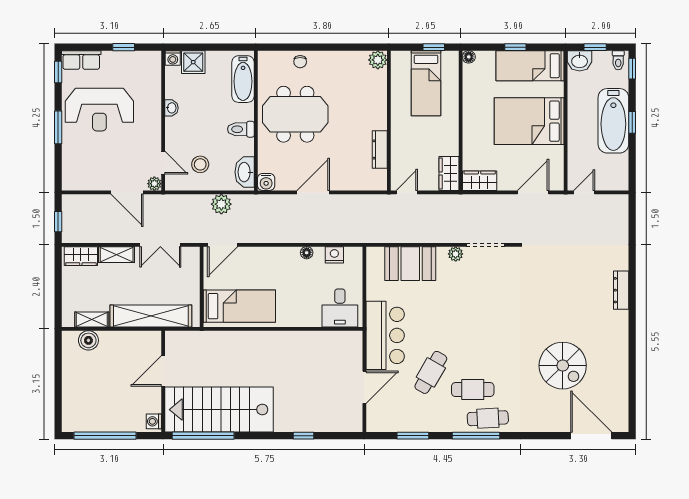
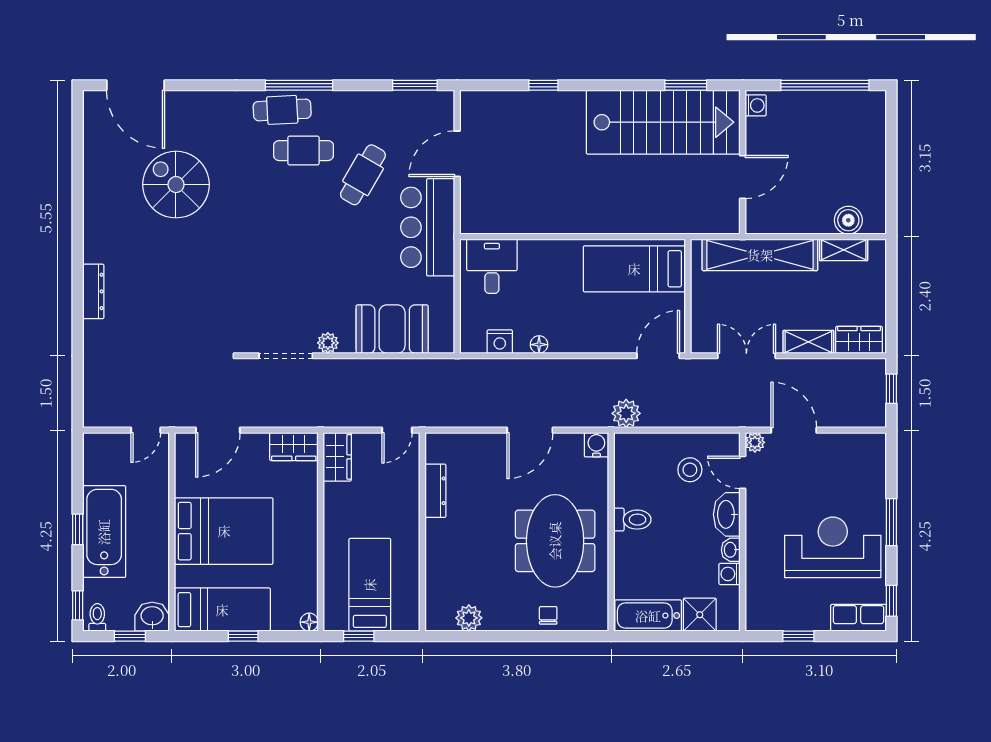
washing machine: (173, 58) -> (730, 574), moved, turned -90
plant: (378, 60) -> (469, 618), moved
bathtub: (243, 79) -> (648, 616), moved, turned -90
meeting table: (295, 114) -> (555, 541), turned 90
washbasin: (245, 172) -> (727, 514), moved, turned 180
plant: (221, 204) -> (626, 413), moved
window: (203, 436) -> (686, 85), width x0.47
window: (413, 436) -> (415, 85), moved

